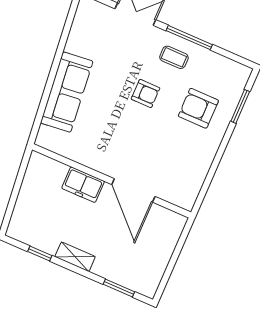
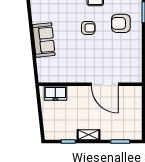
sofa: (67, 92) -> (44, 40), width x0.73
freezer: (83, 185) -> (55, 93), moved

